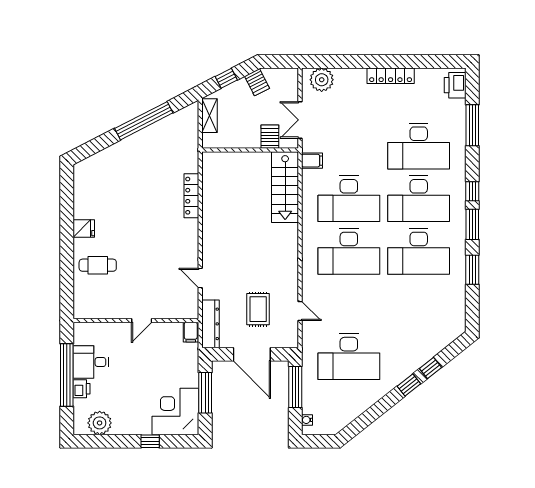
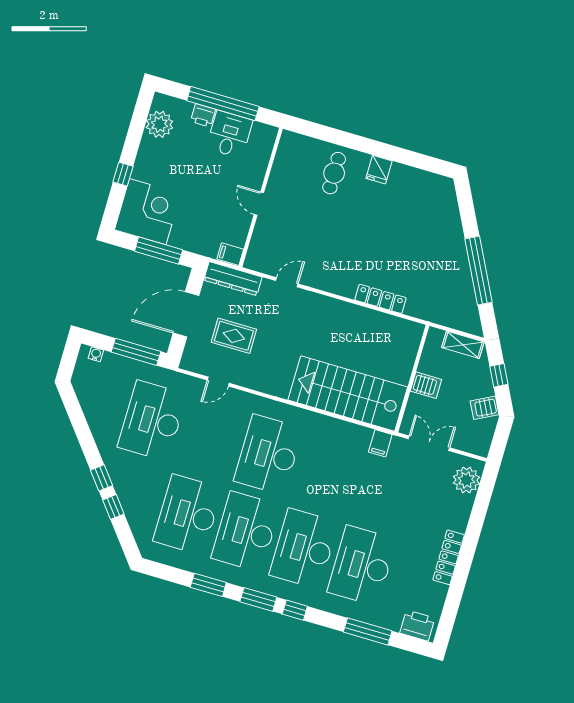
server rack: (270, 137) -> (426, 385), moved
stairs: (285, 187) -> (348, 393), width x1.36, depth x1.51
desk: (349, 199) -> (188, 515), moved

